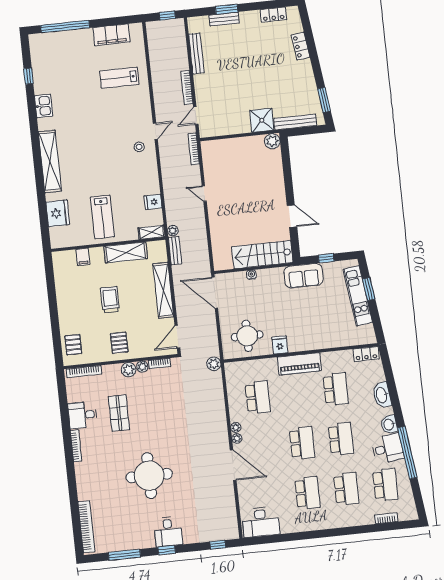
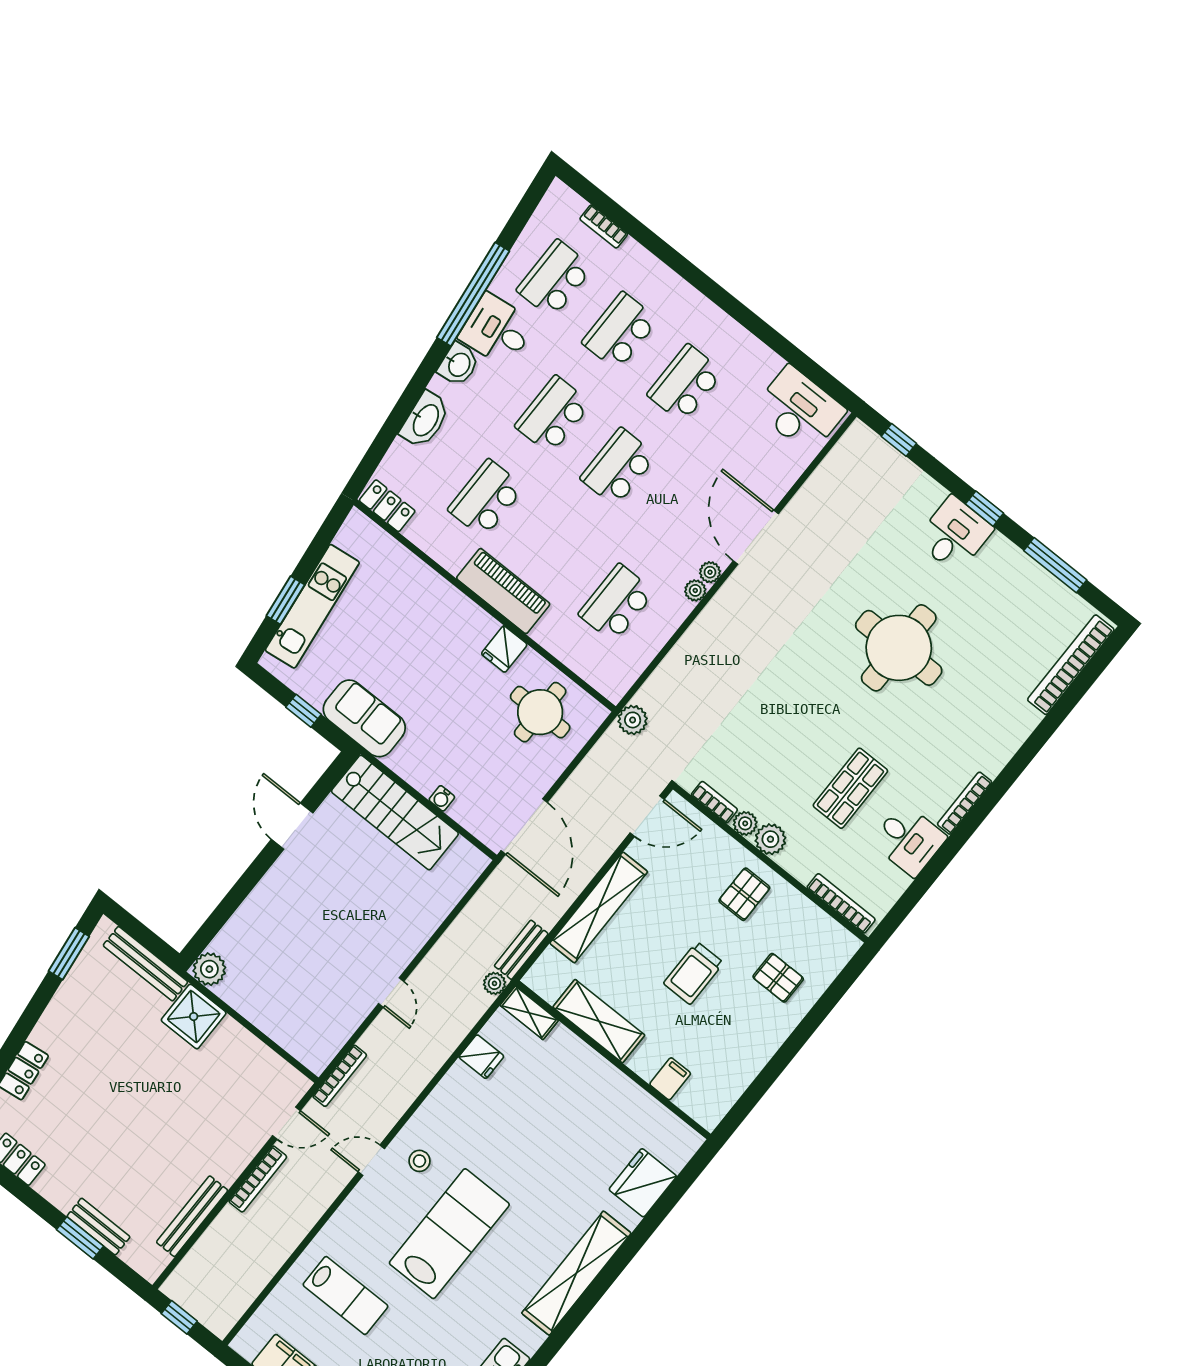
lab bench: (102, 217) -> (449, 1234), moved, width x1.36, depth x1.39
pallet: (73, 345) -> (778, 978), moved, turned 90

